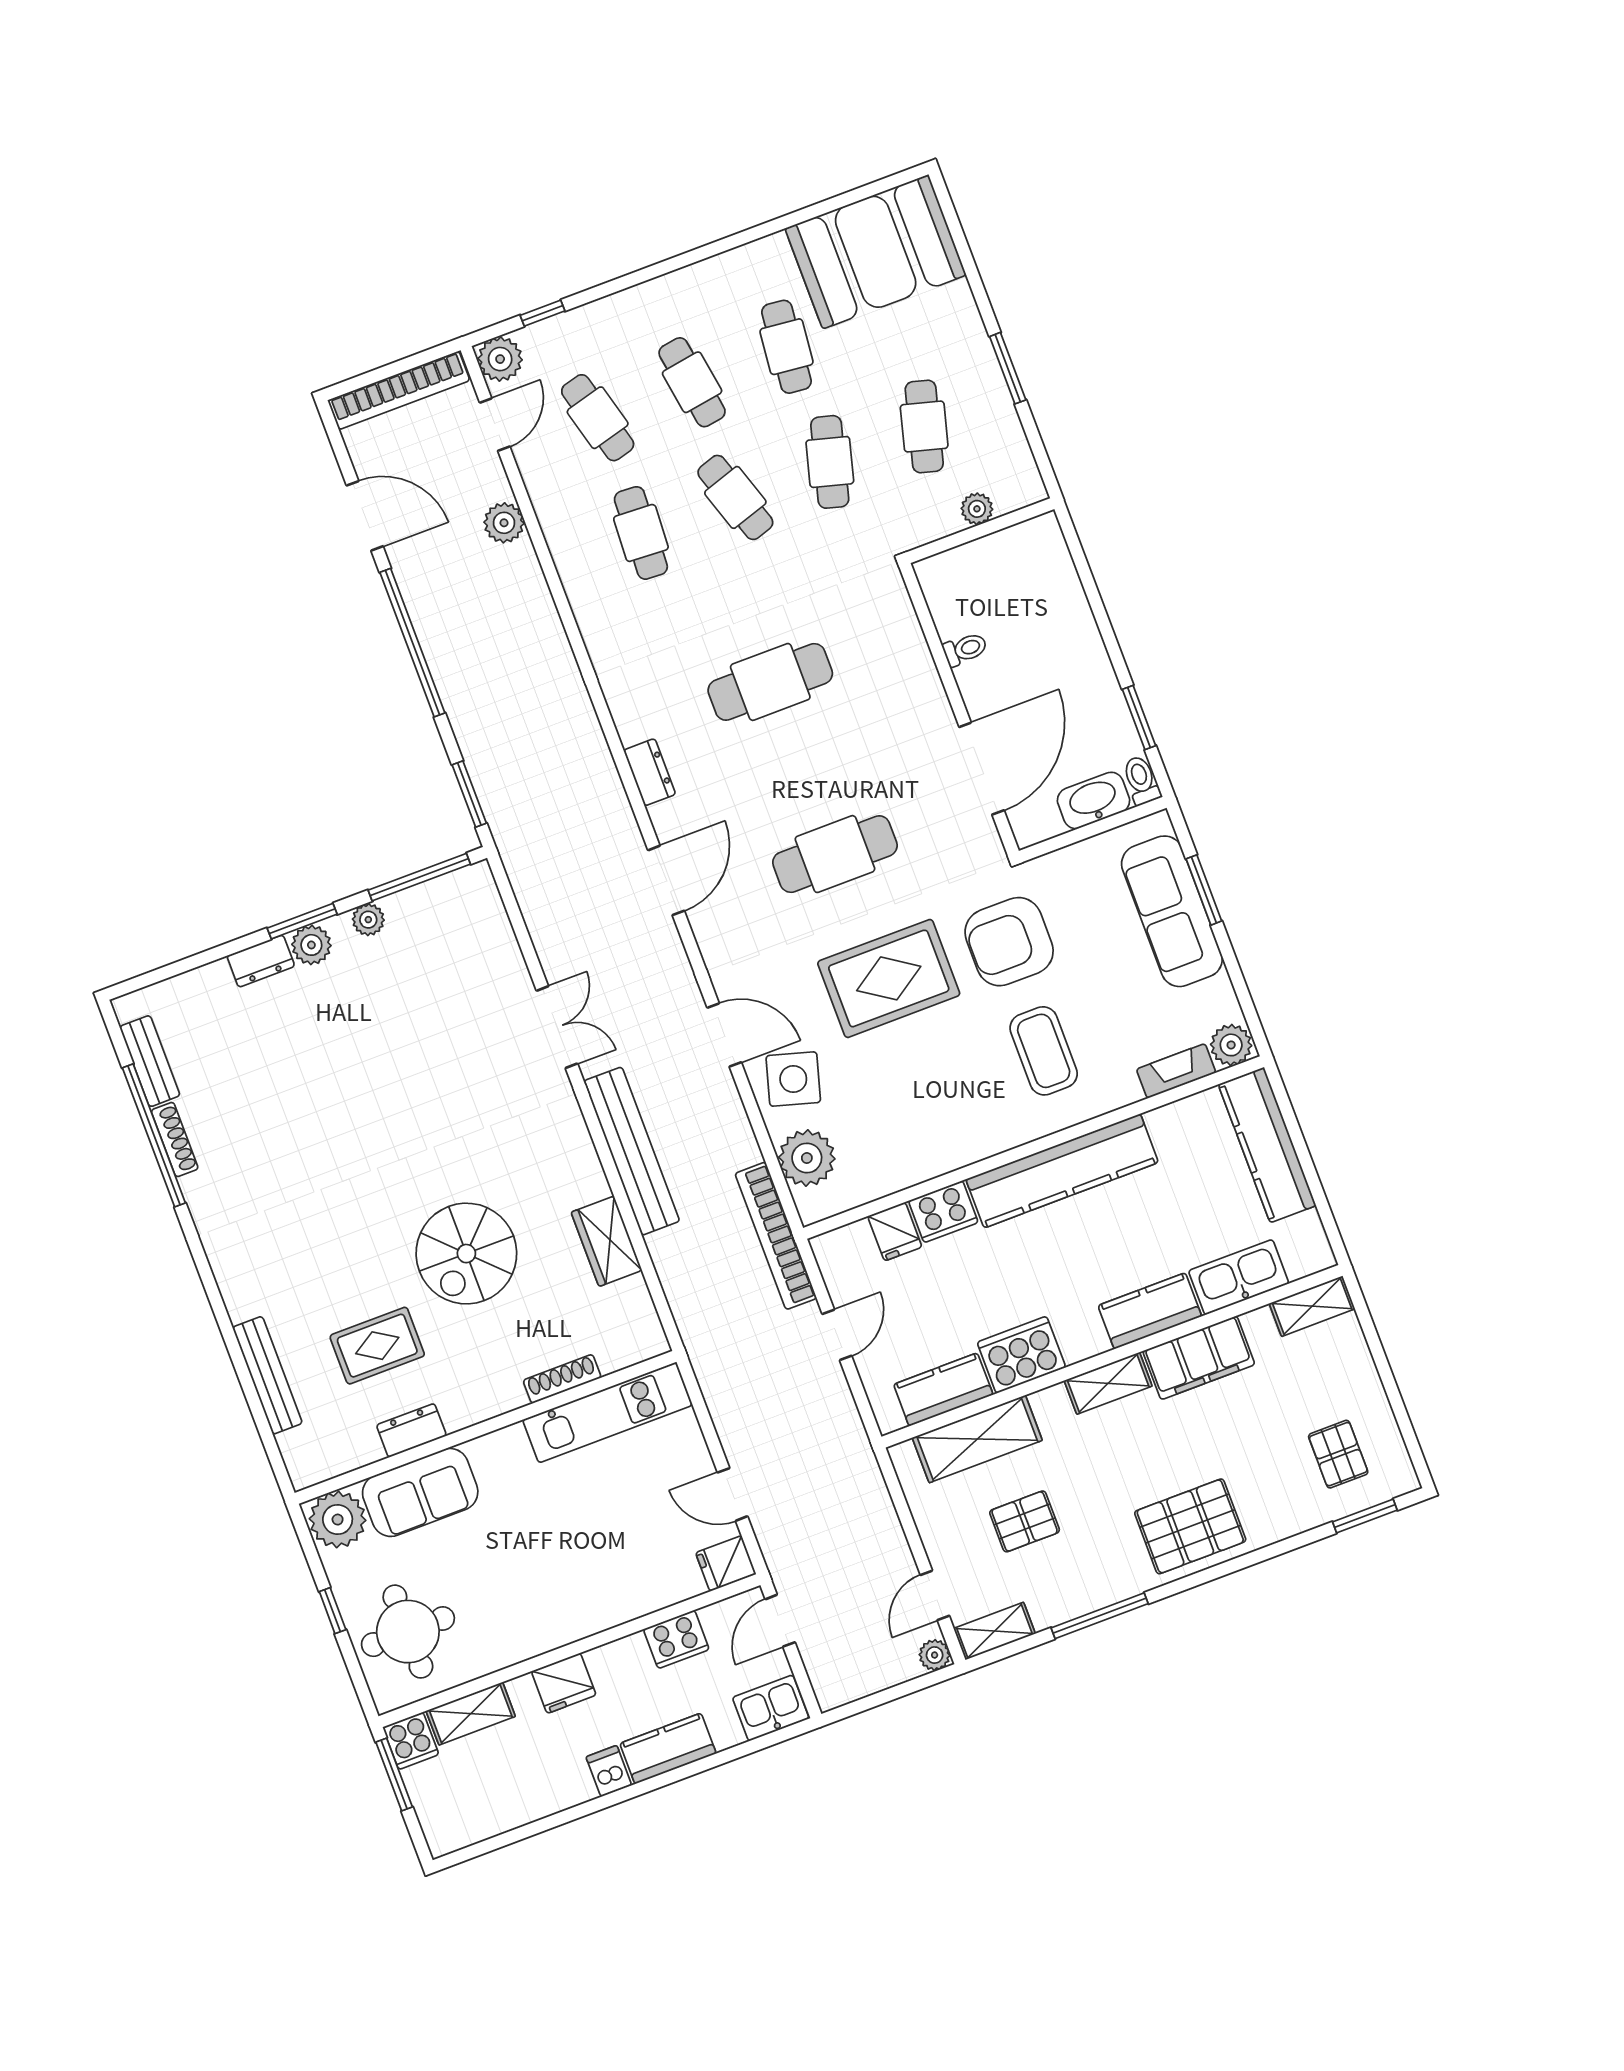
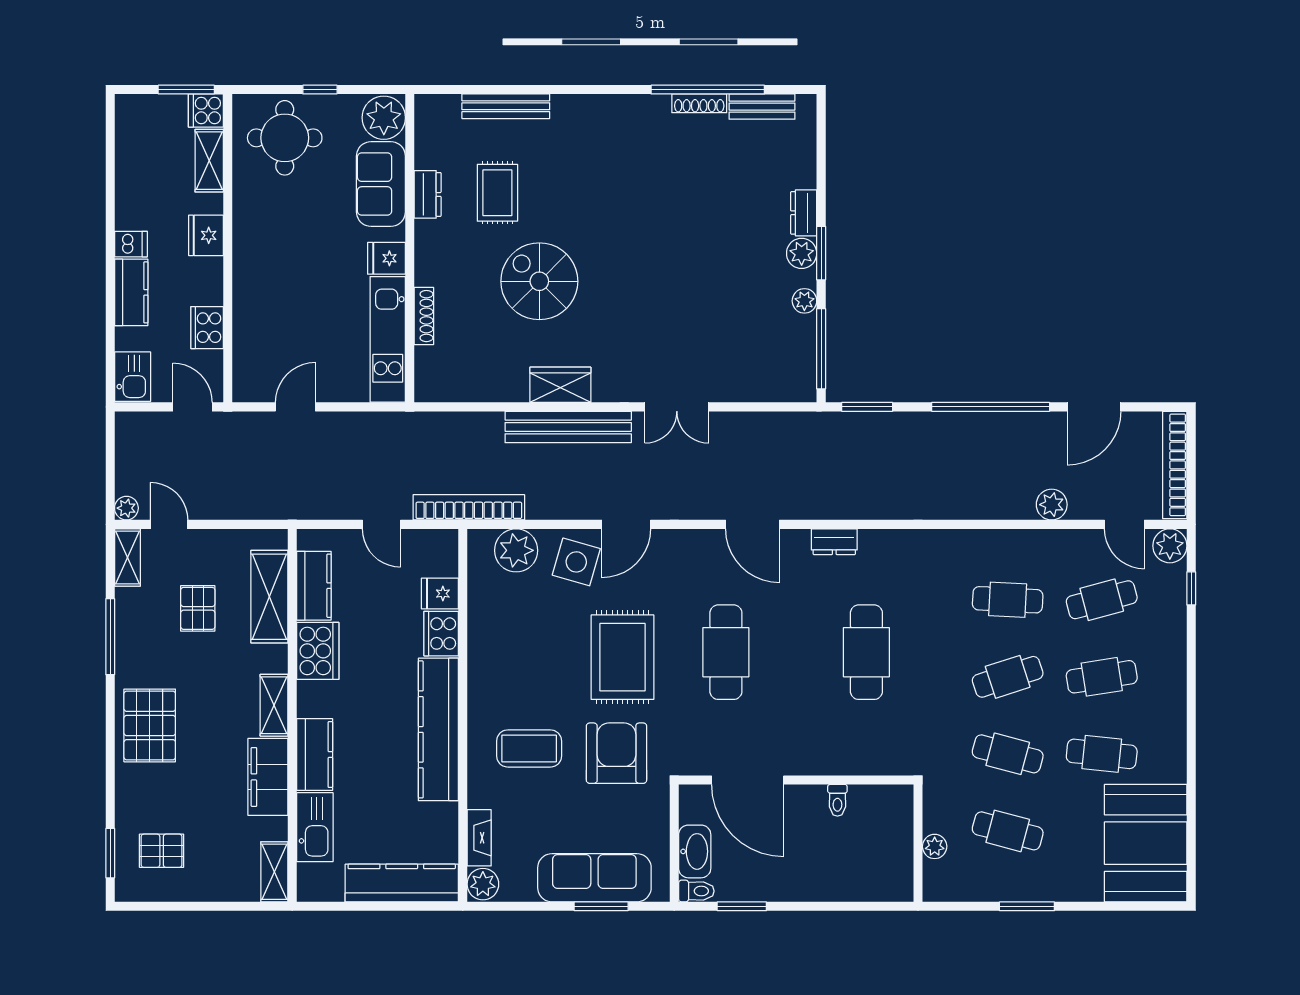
wardrobe: (607, 1241) -> (560, 385), moved
fridge: (726, 1563) -> (386, 258), moved, turned -90

